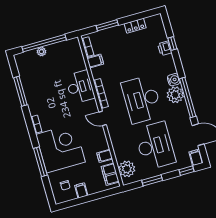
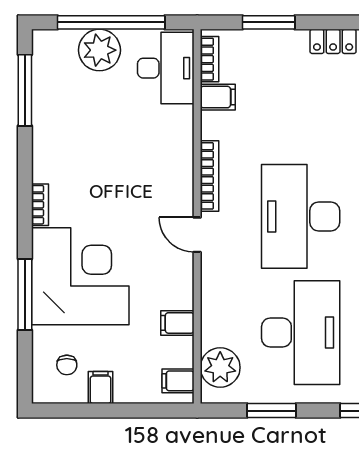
plant: (41, 52) -> (99, 50), width x1.87, depth x1.87
desk: (80, 87) -> (166, 68), moved
window: (20, 91) -> (25, 90), moved
filing cabinet: (110, 174) -> (178, 381), width x0.50

